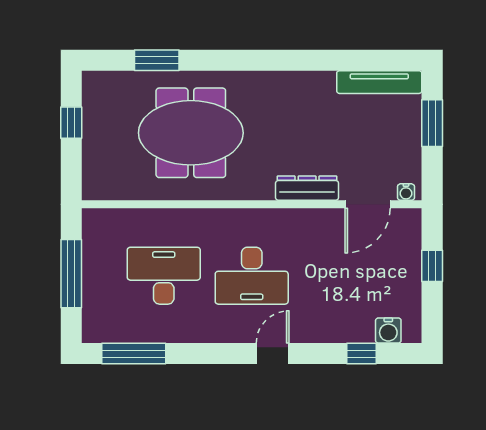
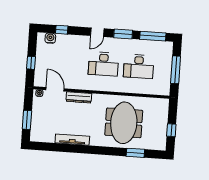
tv unit: (379, 82) -> (72, 140), moved
meeting table: (191, 133) -> (124, 123), turned 90
door: (368, 204) -> (55, 89), hinge flipped
desk: (252, 276) -> (103, 64), turned 180
window: (208, 354) -> (123, 34), added

